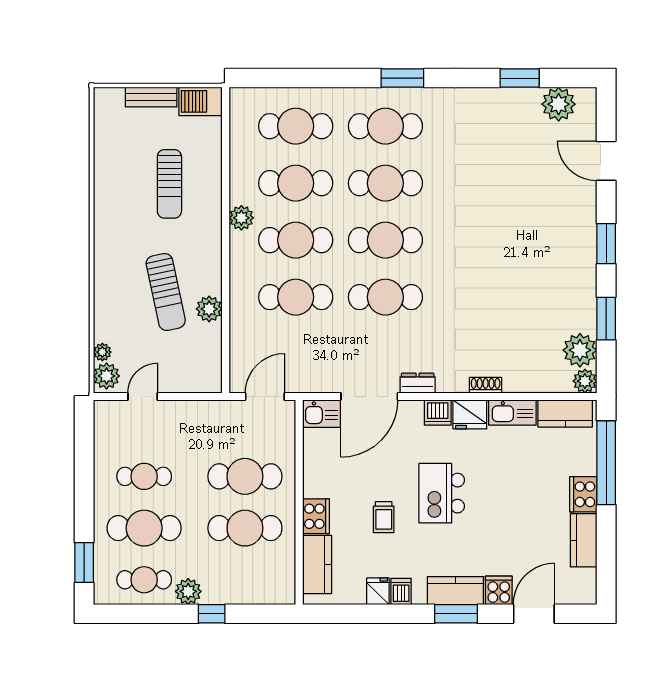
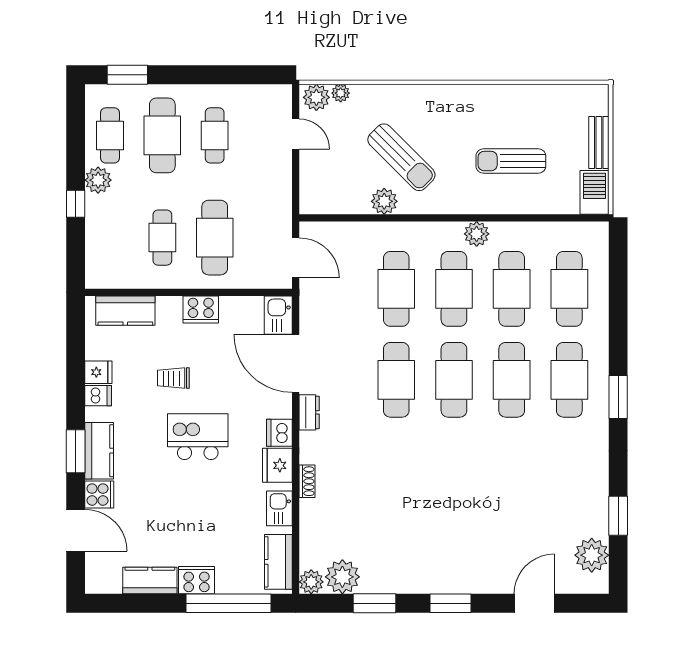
sun lounger: (166, 292) -> (401, 157), turned -123
kitchen sink: (512, 412) -> (279, 508), width x0.73
cooker: (316, 516) -> (201, 309), moved
cafe table: (245, 528) -> (162, 238), width x0.73, depth x0.74

